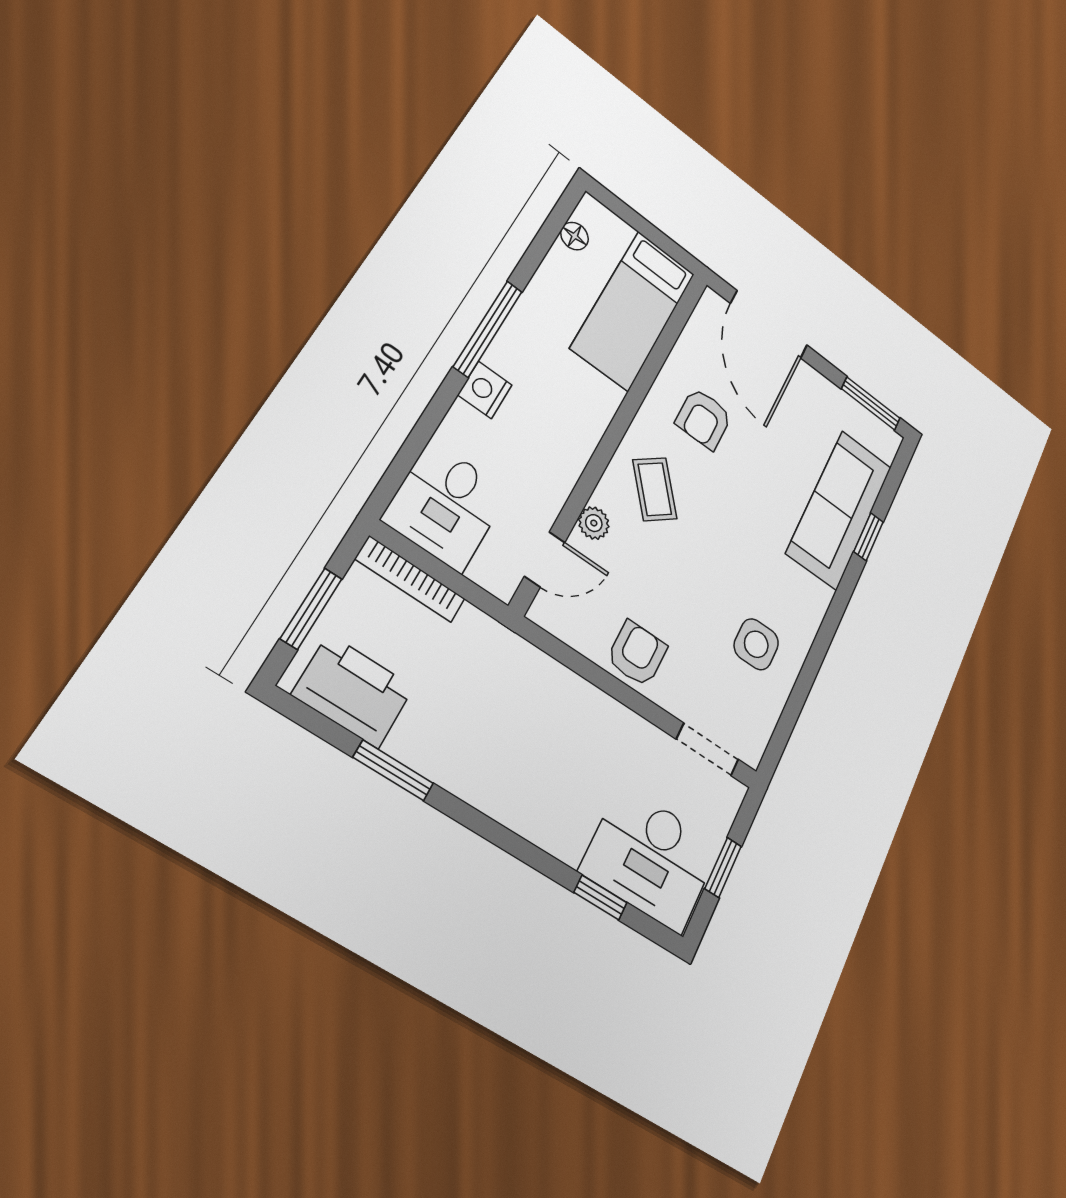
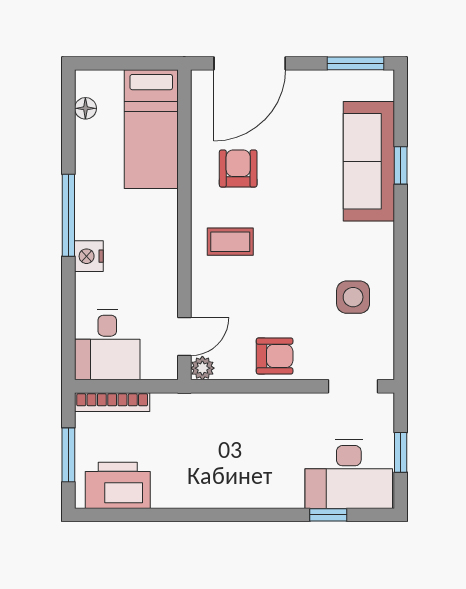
door: (769, 324) -> (250, 63), hinge flipped
armchair: (704, 419) -> (238, 169), turned 180
coffee table: (655, 489) -> (230, 242), turned -51
plant: (594, 523) -> (202, 368), moved
armchair: (637, 654) -> (275, 356), turned 90
window: (393, 770) -> (165, 515), removed

